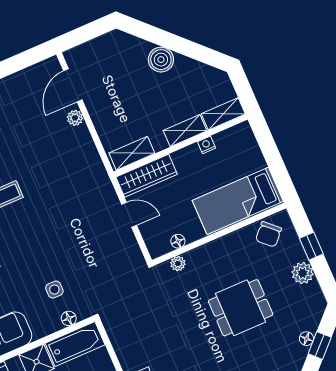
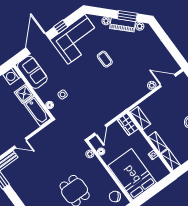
wardrobe: (147, 176) -> (128, 124), width x0.67
bed: (238, 201) -> (132, 174), width x1.50
door: (129, 215) -> (100, 130), moved

